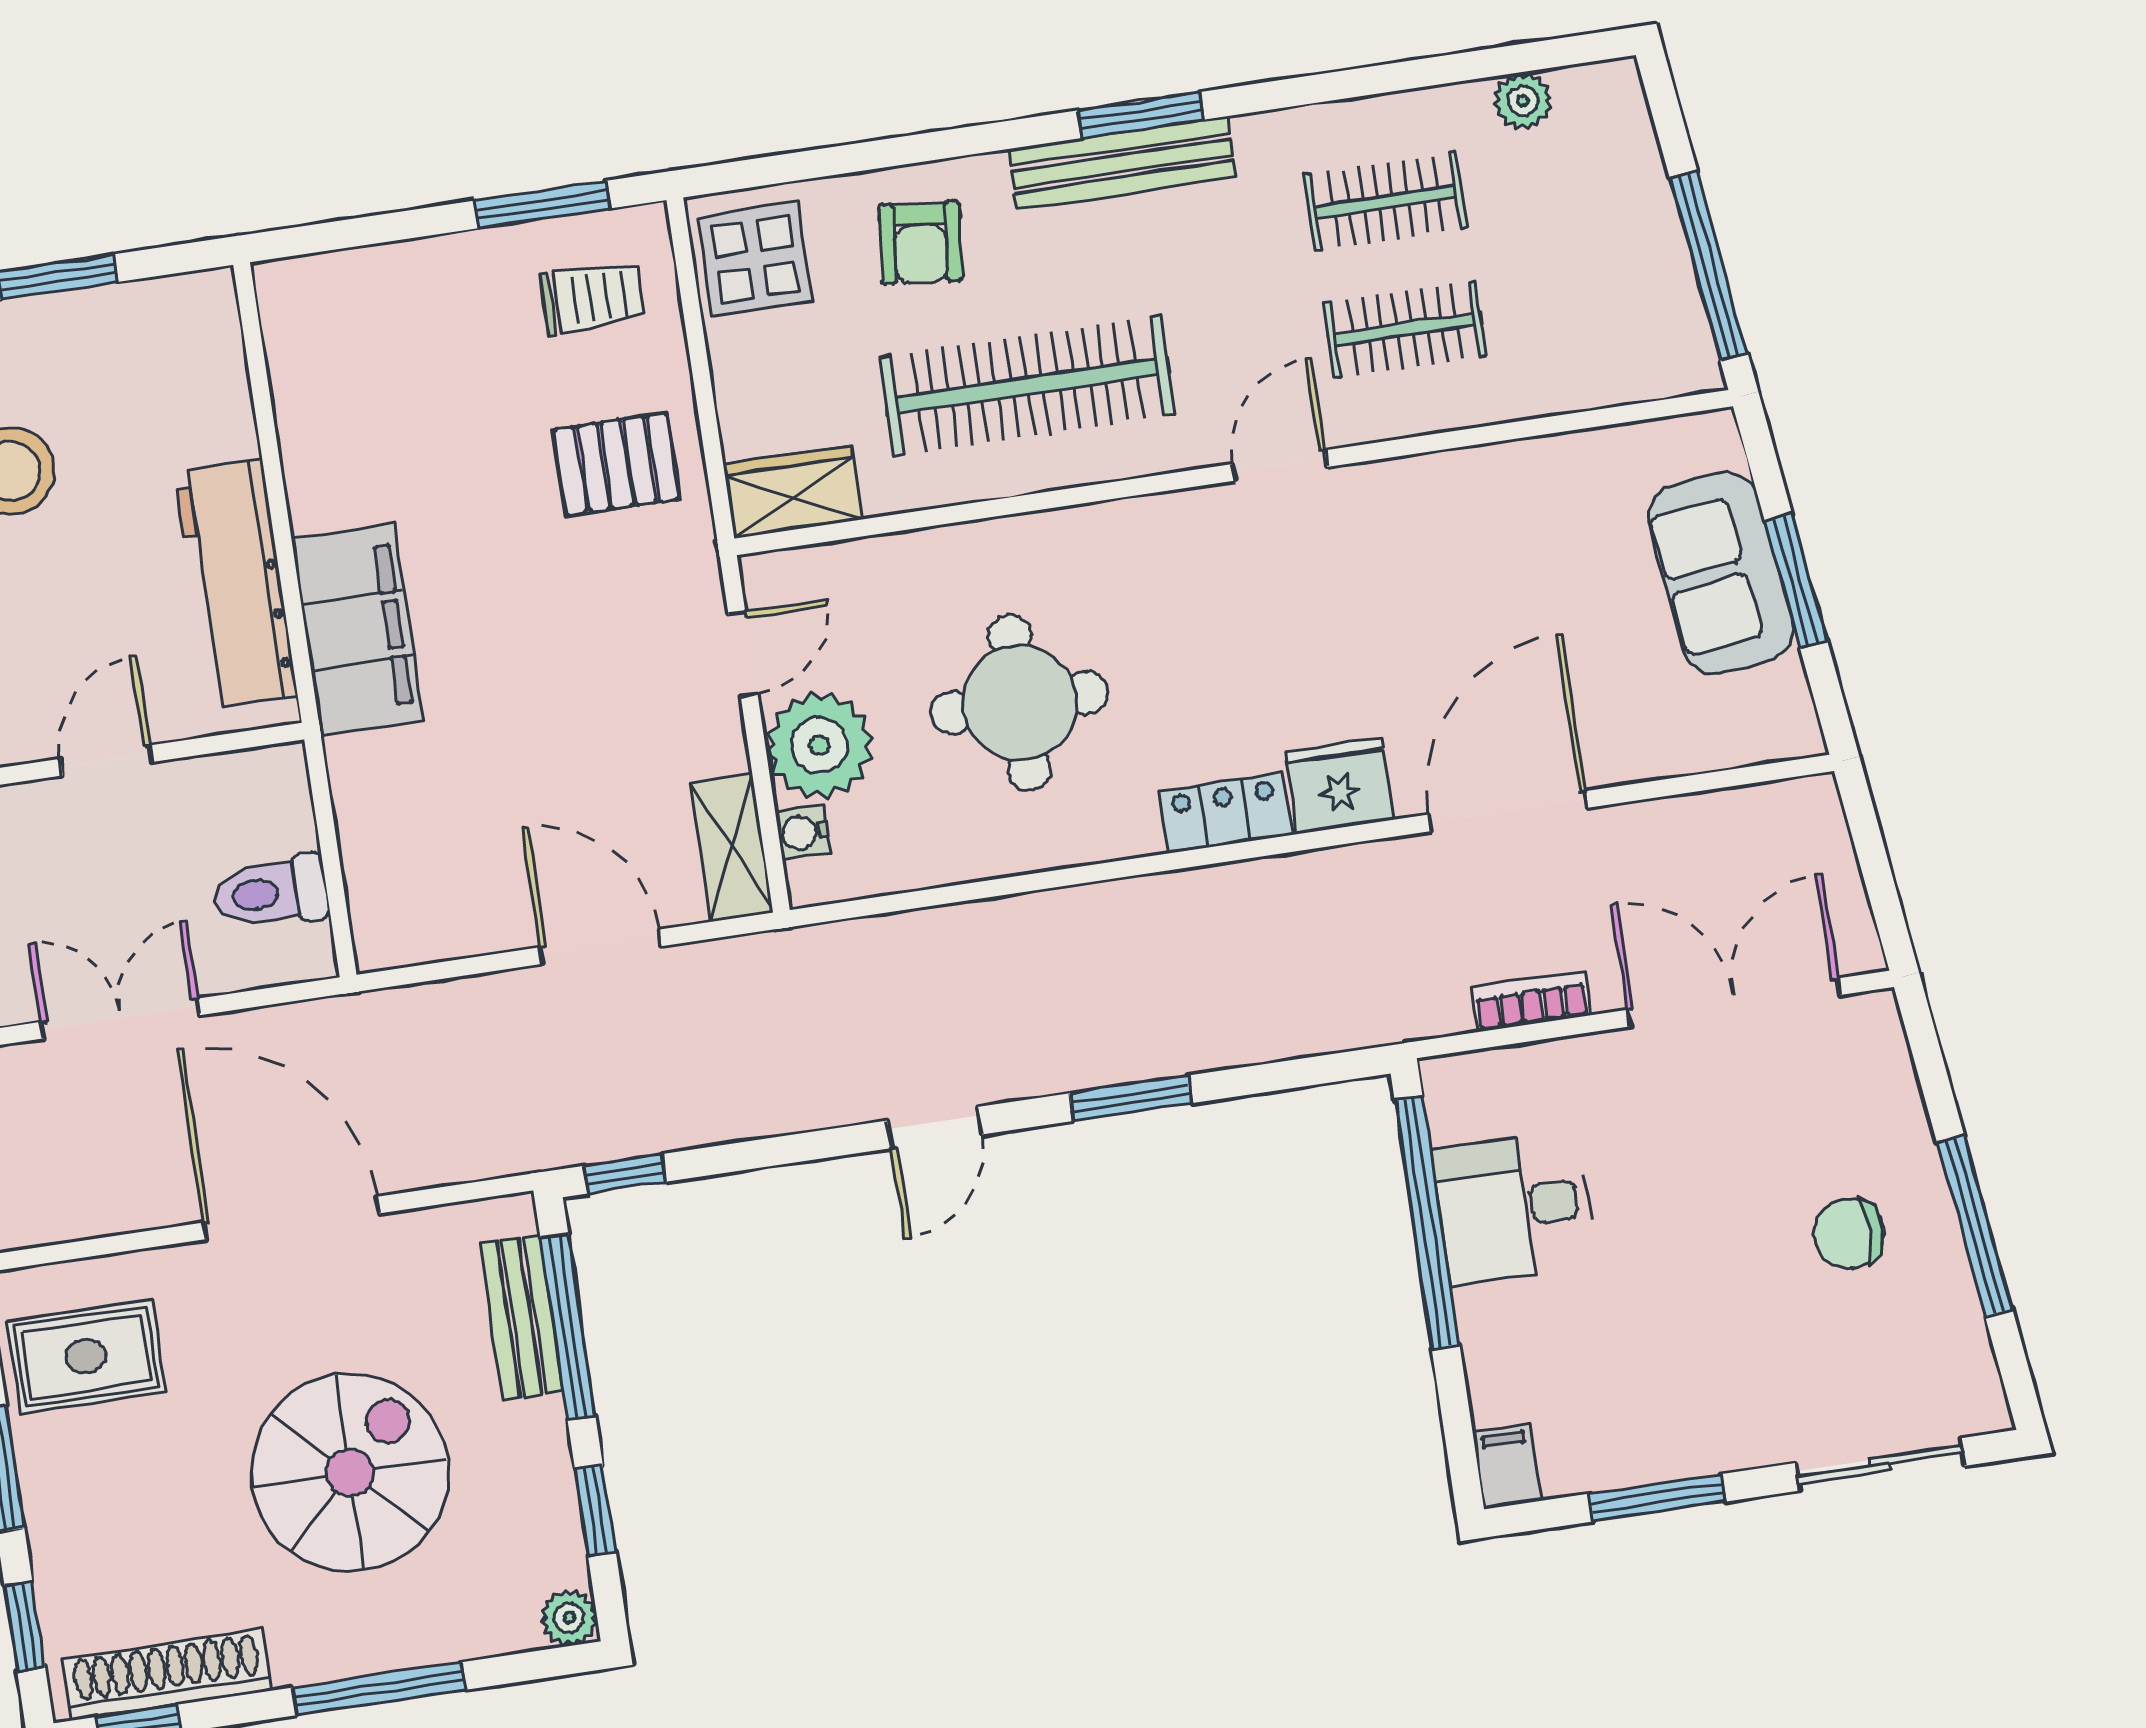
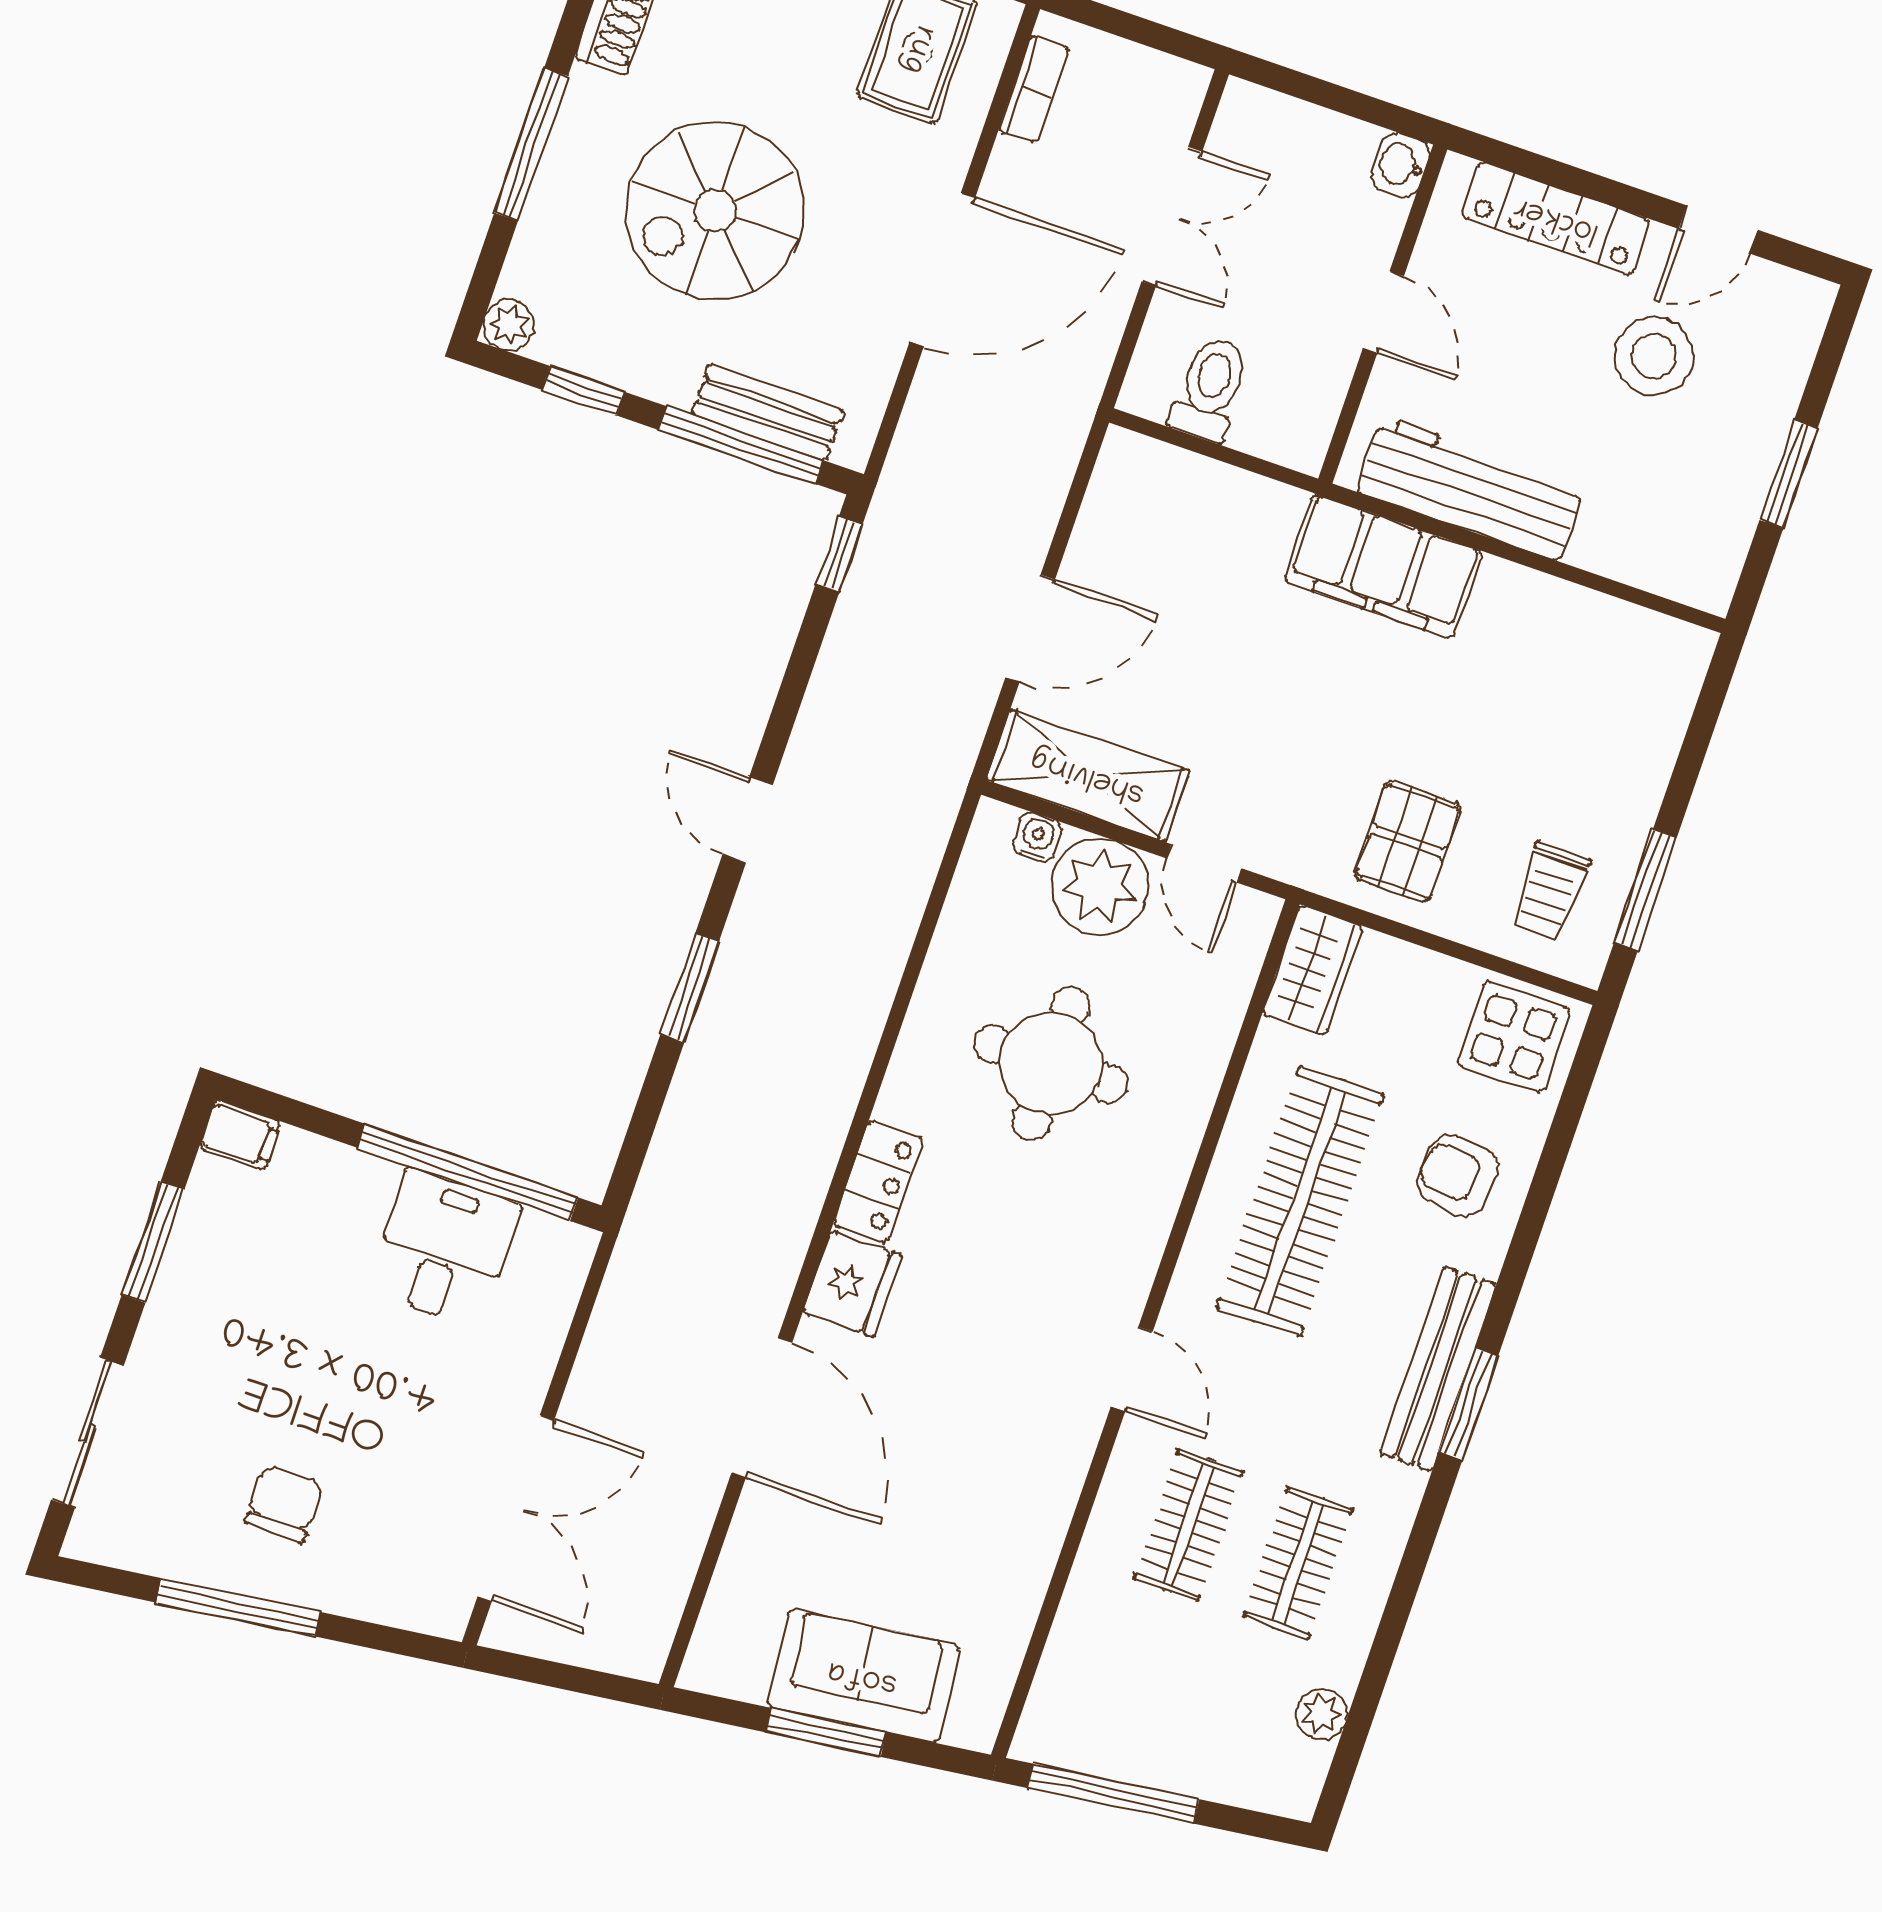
shelving: (731, 848) -> (1088, 775), width x1.50, depth x1.33
bookcase: (1532, 1001) -> (1034, 89), moved
spiral stairs: (350, 1473) -> (715, 211), turned 90

